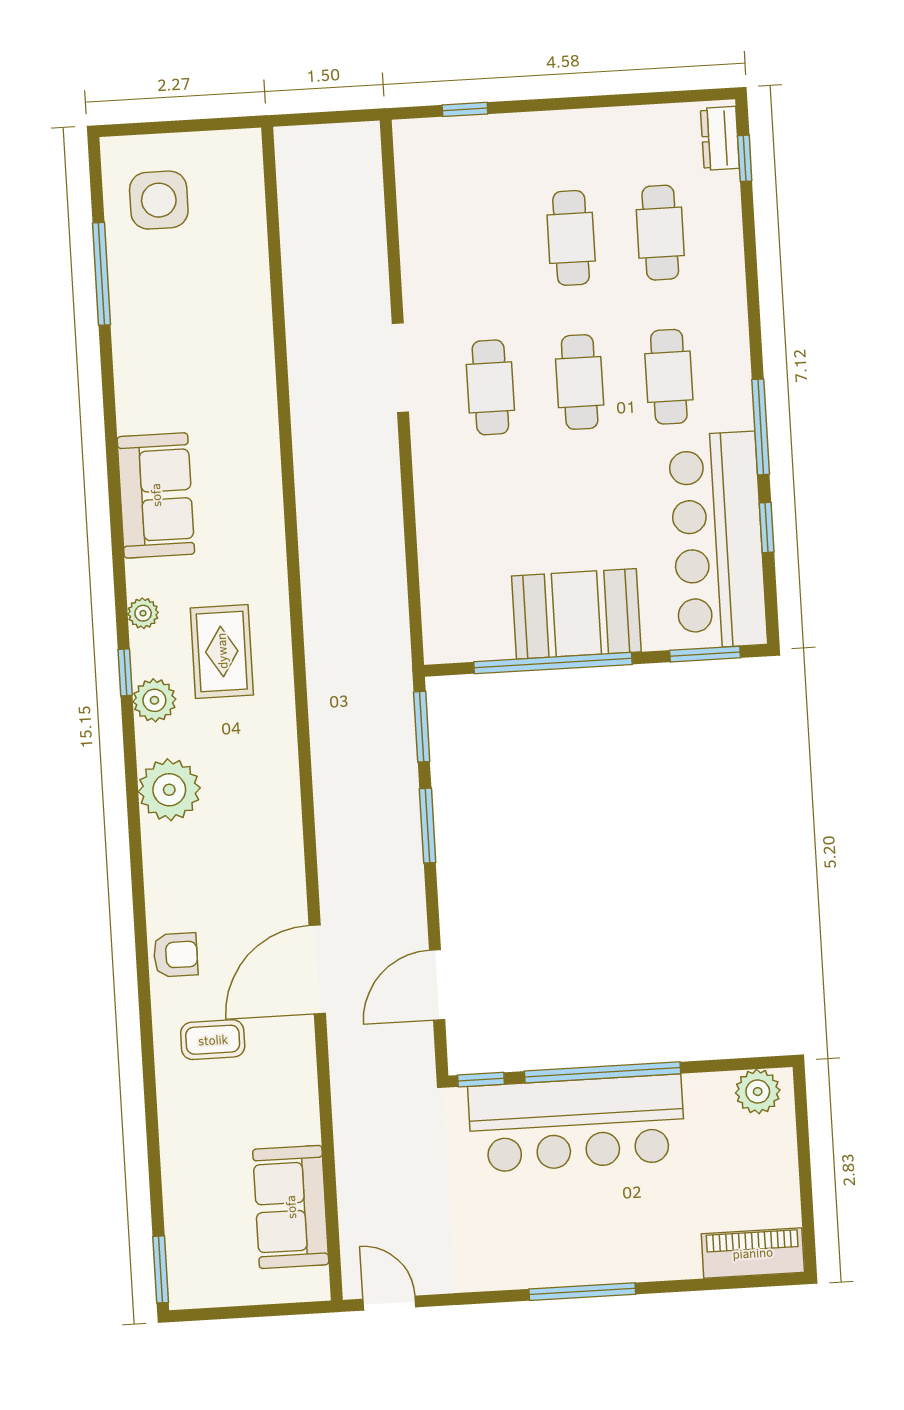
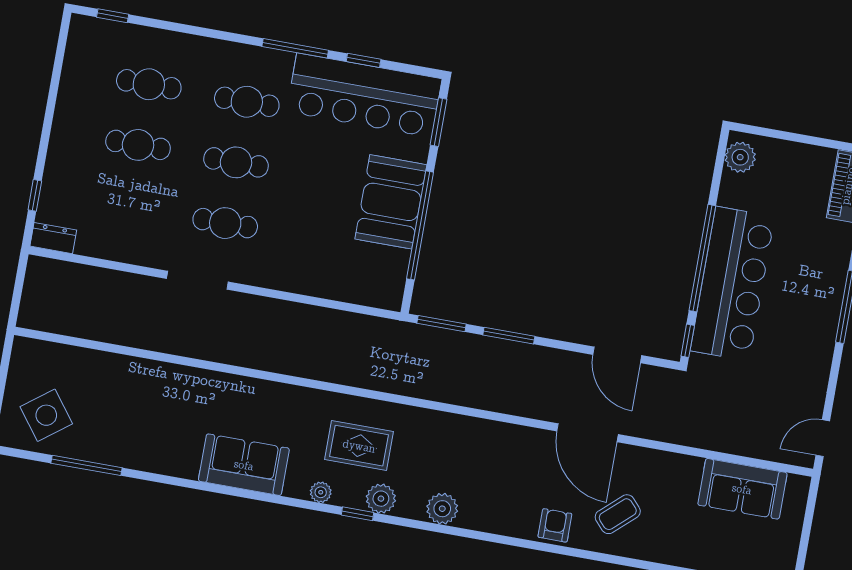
dresser: (720, 138) -> (53, 238), moved, turned 180
side table: (159, 200) -> (46, 415), turned -37
plant: (169, 790) -> (442, 509), width x0.73, depth x0.73
coffee table: (213, 1040) -> (618, 514), turned 48

